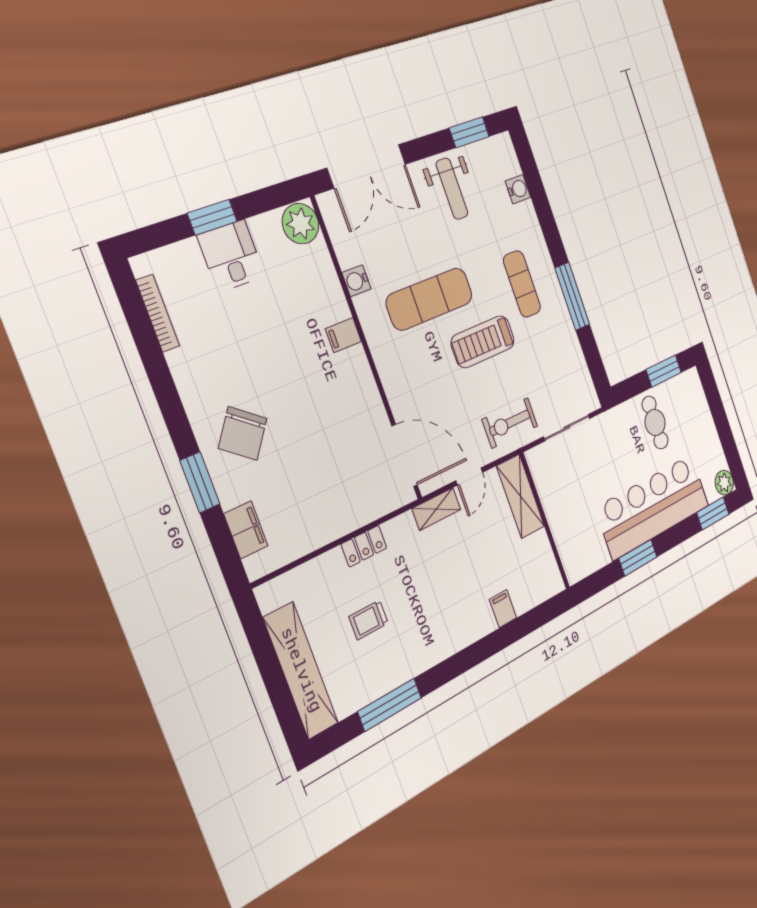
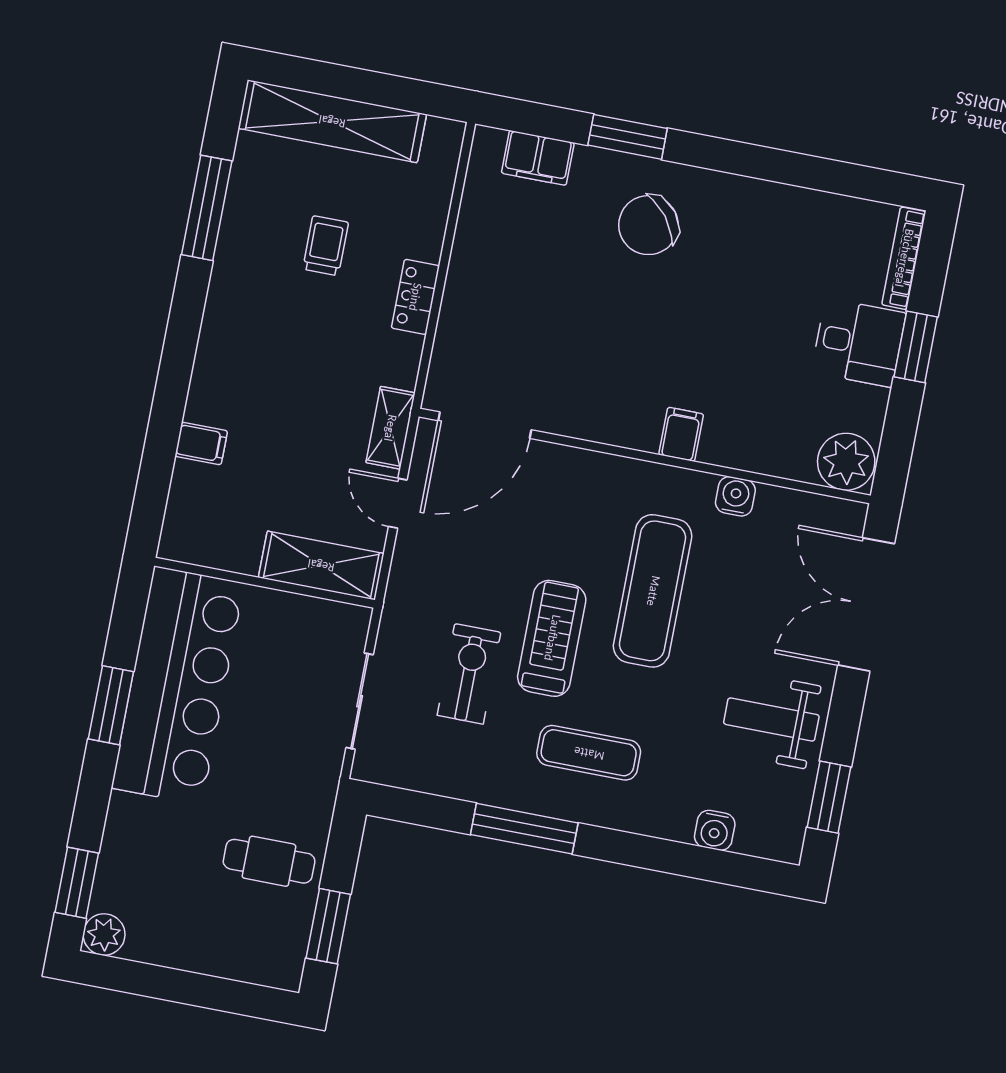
bookcase: (158, 313) -> (904, 258), moved, turned 90
exercise bike: (510, 423) -> (469, 674), moved
chair: (243, 433) -> (648, 225), turned -75
bar counter: (653, 507) -> (178, 686), moved

